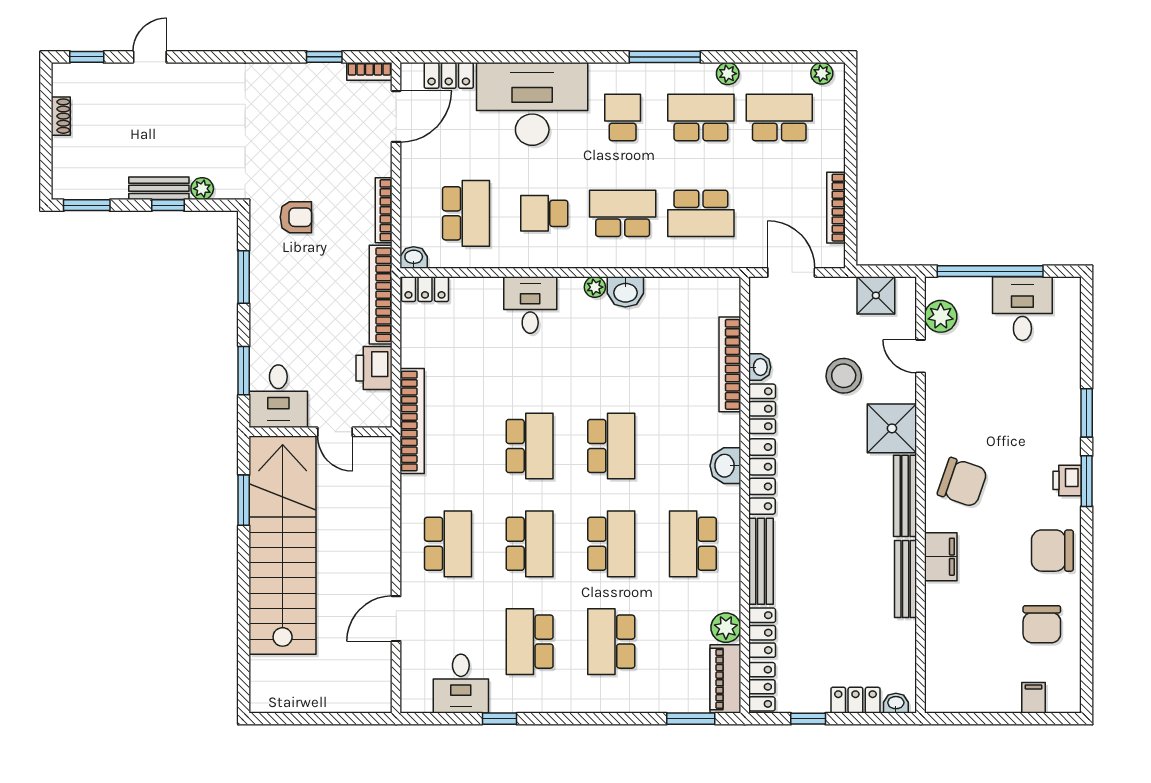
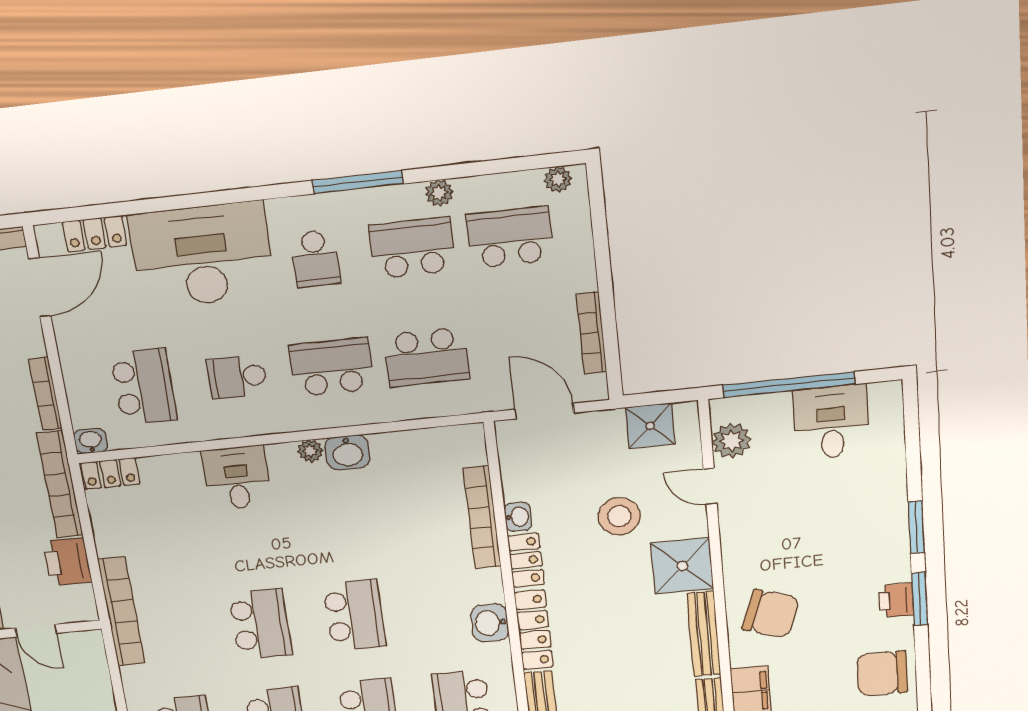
school desk: (623, 117) -> (316, 259), turned 180

